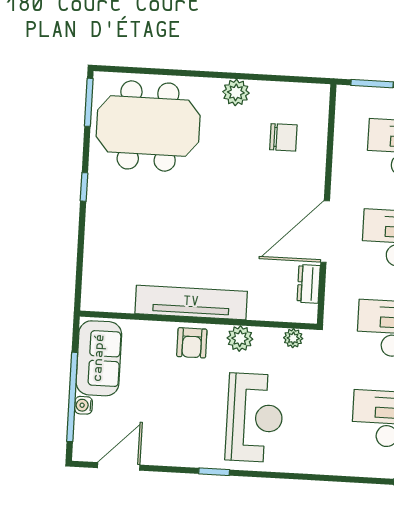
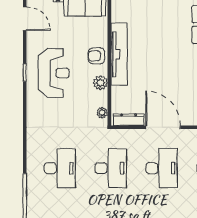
dresser: (309, 284) -> (129, 120), width x1.44
reception desk: (255, 418) -> (54, 73), moved, turned -90

